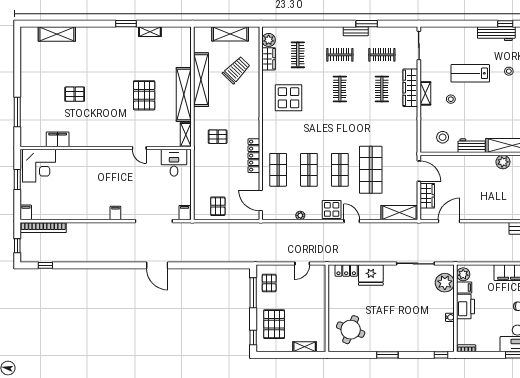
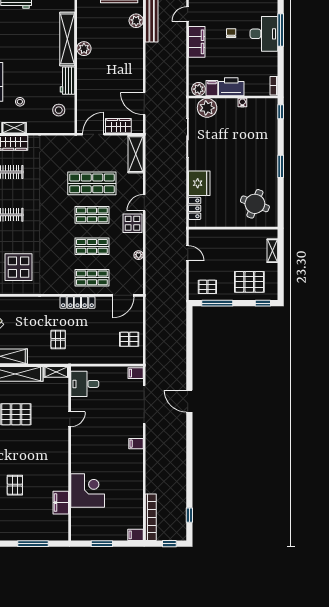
corner desk: (39, 166) -> (88, 490), moved
door: (157, 265) -> (189, 401), swing flipped

